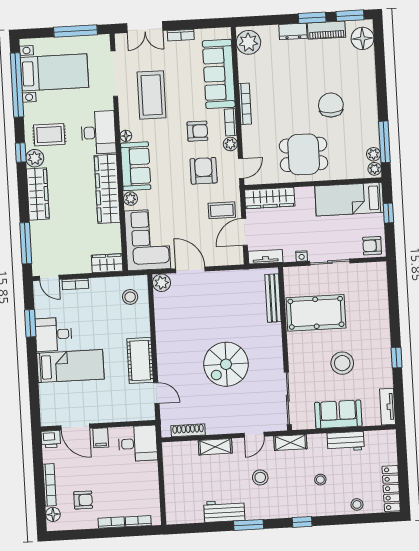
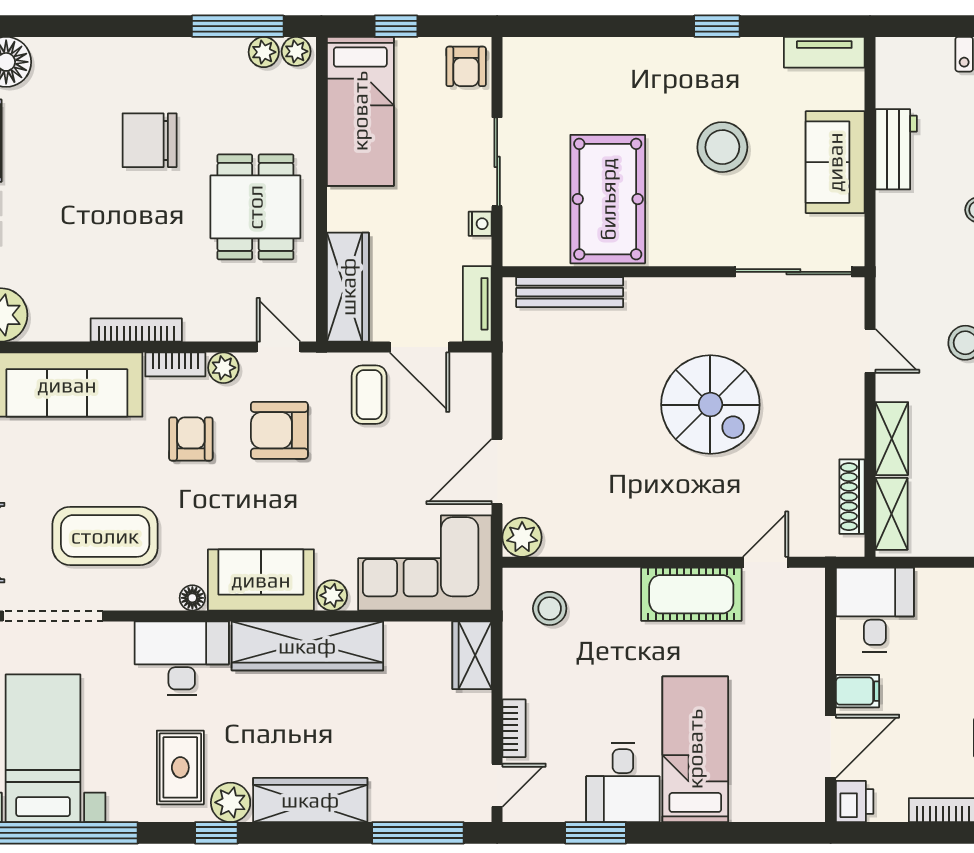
shelving: (290, 442) -> (892, 514), moved

